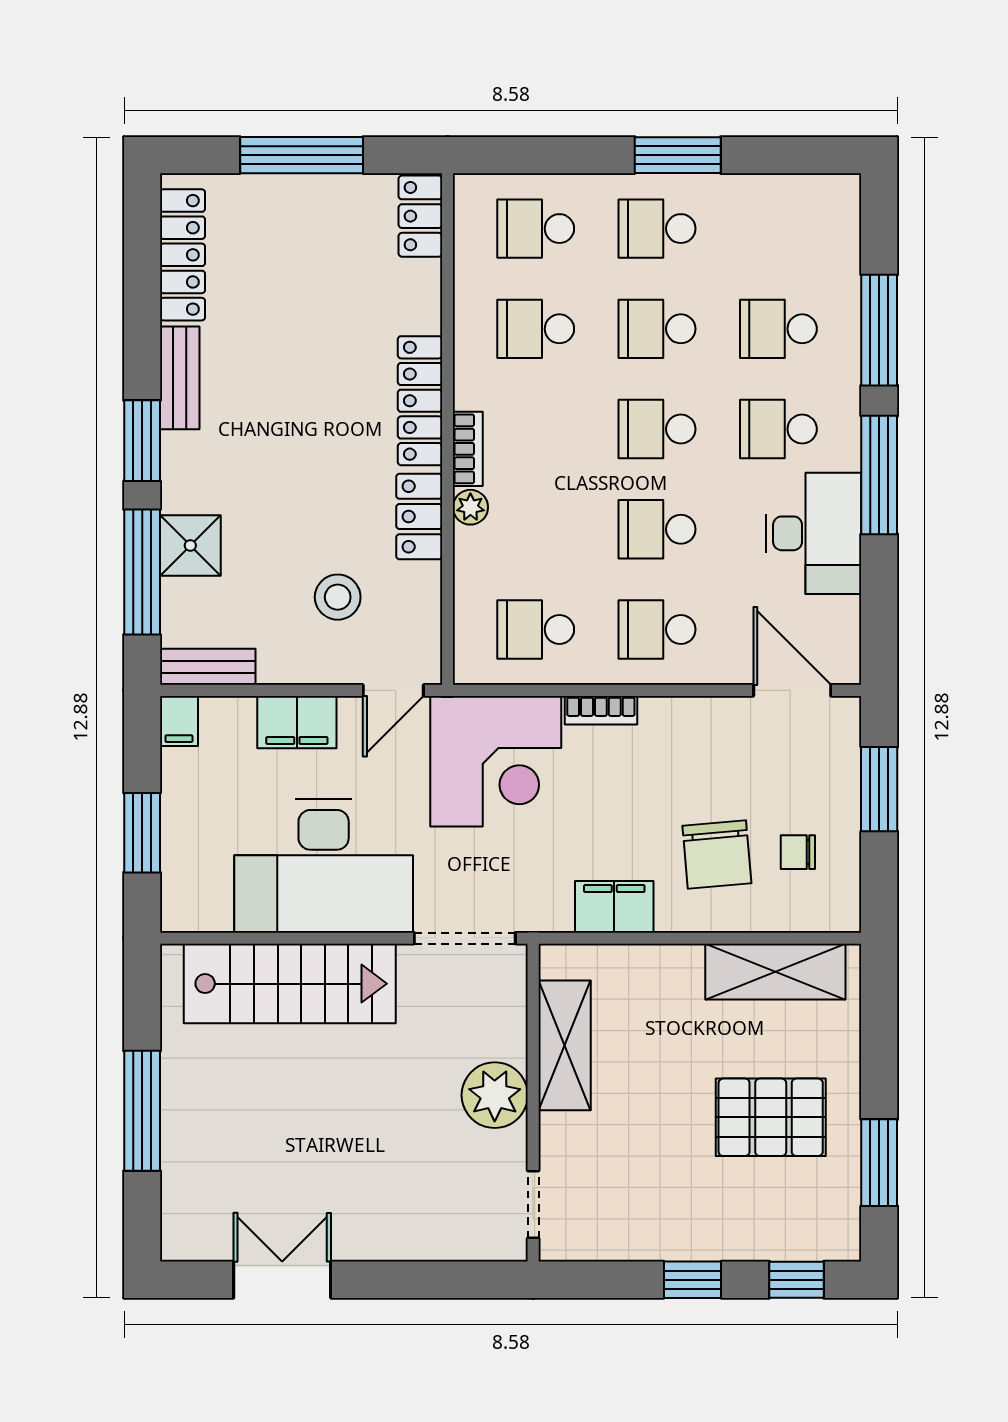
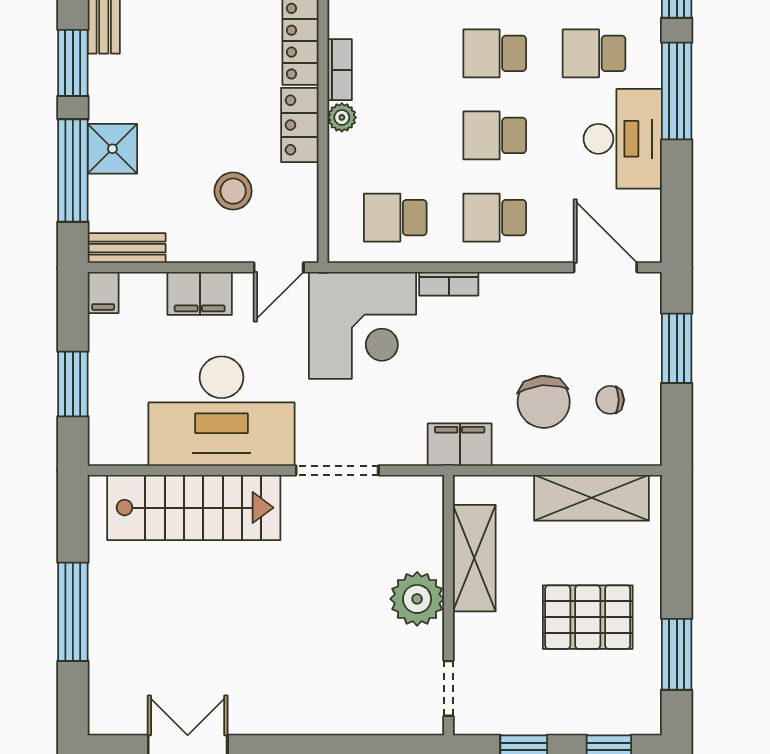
shelving: (565, 1045) -> (474, 558), moved
plant: (495, 1095) -> (417, 599), moved
wall: (533, 1103) -> (449, 605), moved
doorway: (533, 1204) -> (449, 688), moved

